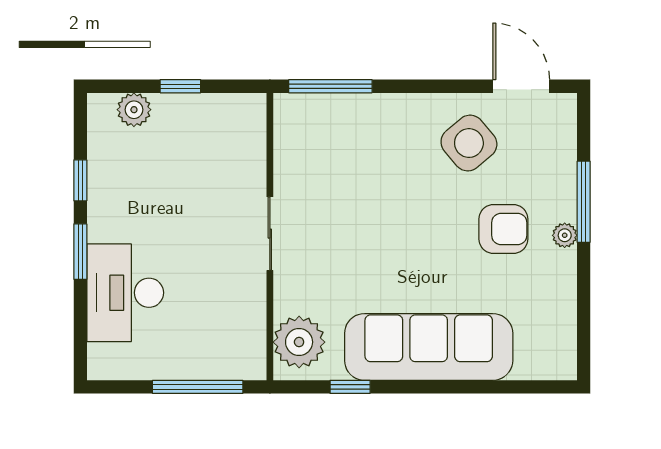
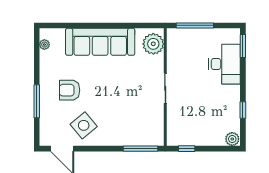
window: (180, 86) -> (187, 149), moved
plant: (134, 110) -> (232, 139), moved
plant: (565, 235) -> (44, 45), moved
window: (80, 252) -> (243, 46), moved
window: (350, 387) -> (132, 25), removed

